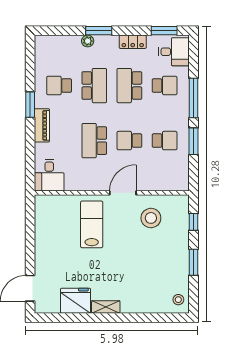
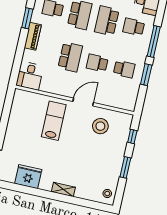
school desk: (165, 86) -> (134, 27), turned 180
school desk: (94, 141) -> (70, 57), turned 180
shelving: (106, 307) -> (63, 190), moved

